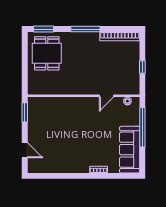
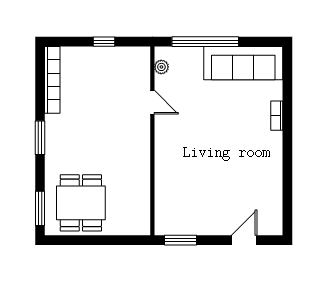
window: (85, 29) -> (40, 138), width x0.69
dining table: (47, 53) -> (81, 203), turned 90

